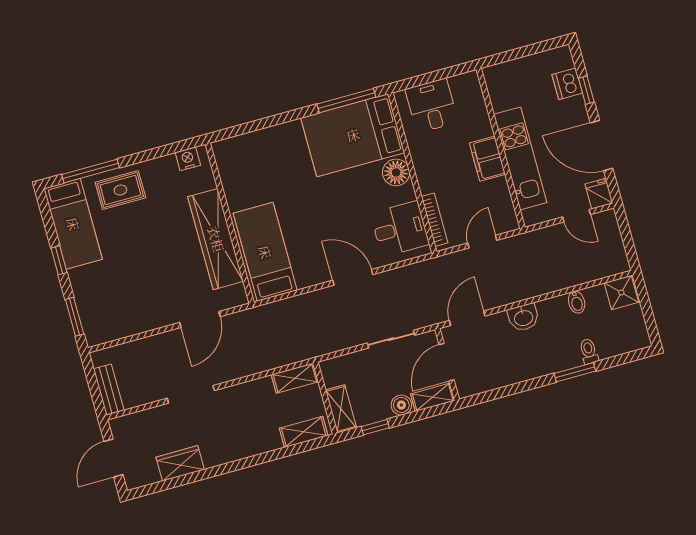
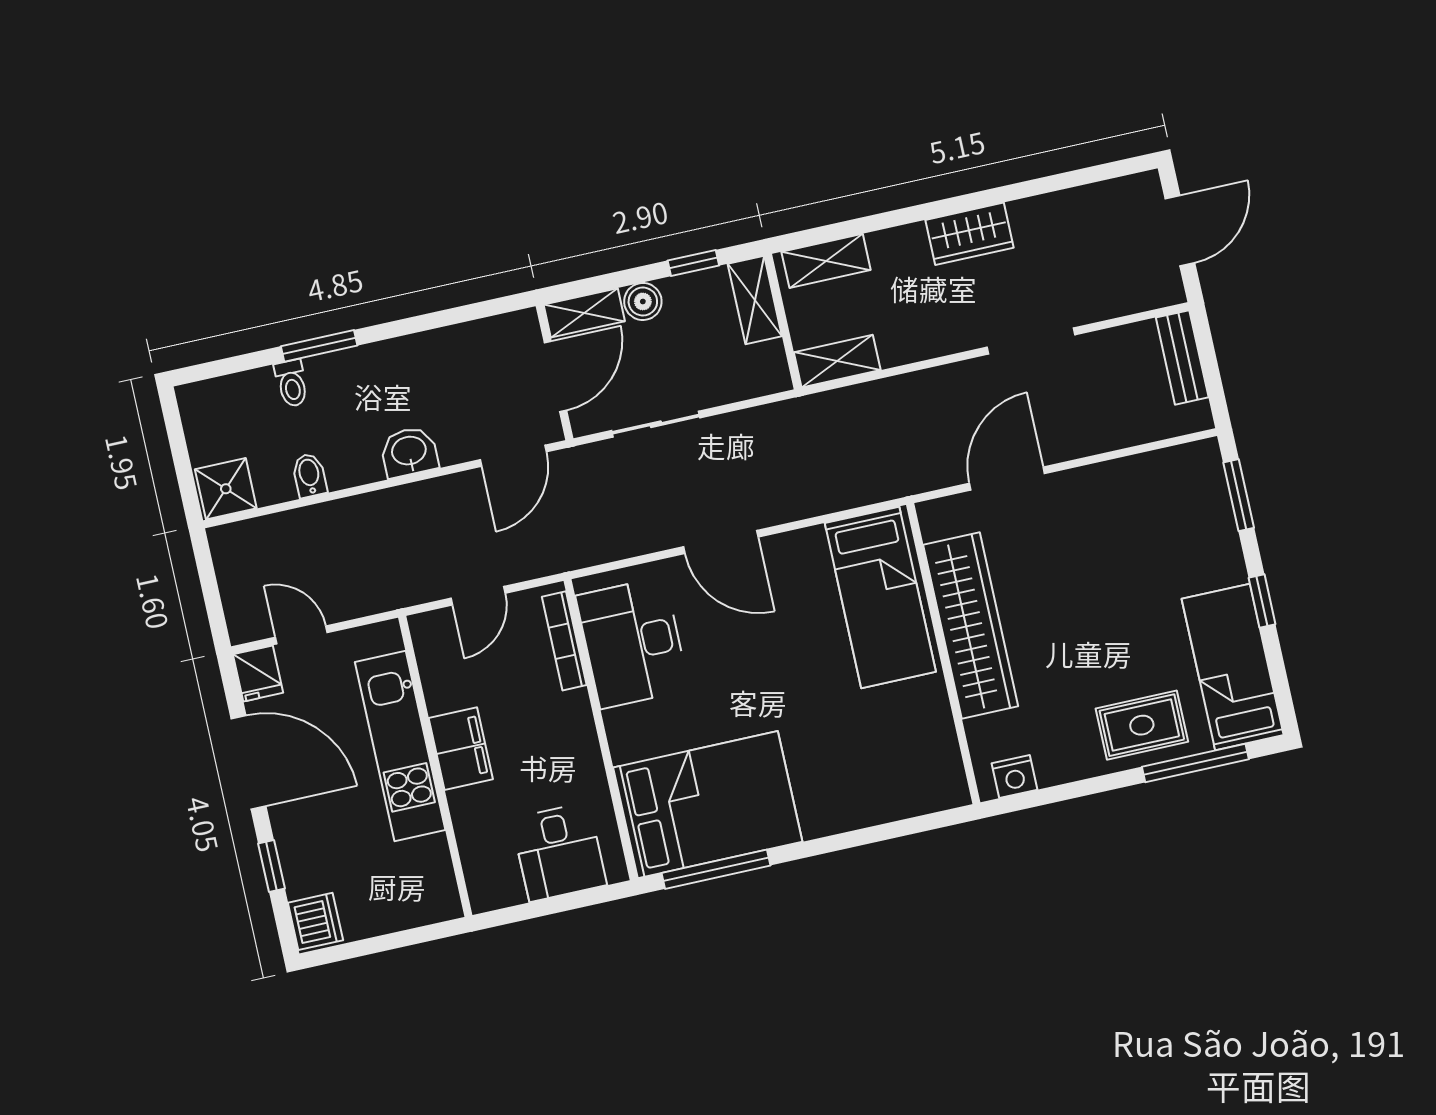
dishwasher: (567, 84) -> (315, 921), moved
floor lamp: (396, 172) -> (631, 732), removed
desk: (400, 229) -> (633, 643), width x1.37
wardrobe: (180, 463) -> (970, 234), moved

